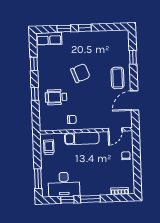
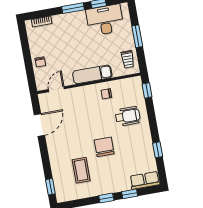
window: (133, 57) -> (50, 187), moved
chair: (80, 73) -> (104, 147), turned 111
coffee table: (118, 78) -> (81, 170), moved
window: (35, 94) -> (147, 90), moved
window: (38, 179) -> (137, 36), moved

